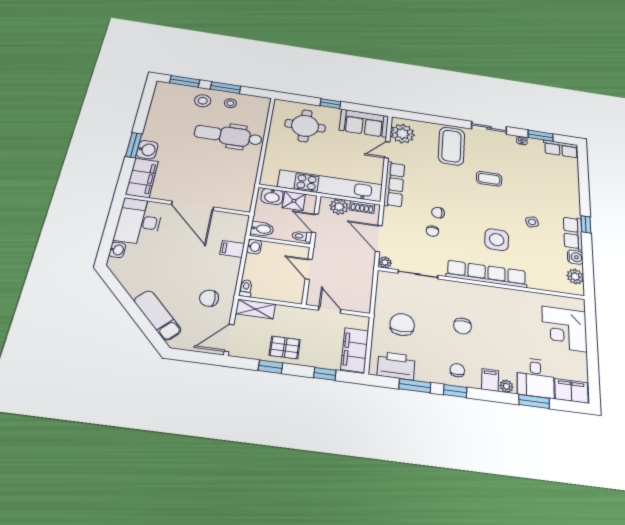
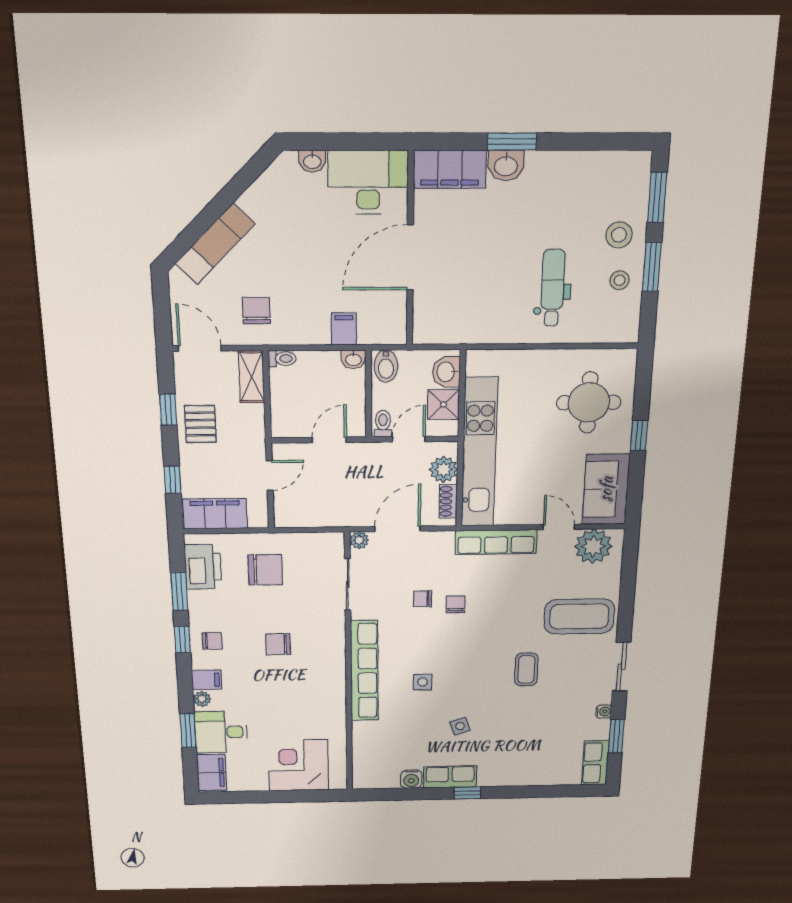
dental chair: (228, 136) -> (553, 288), width x0.73, depth x0.72
side table: (497, 240) -> (423, 682), width x0.54, depth x0.54
plant: (575, 277) -> (380, 779), removed

